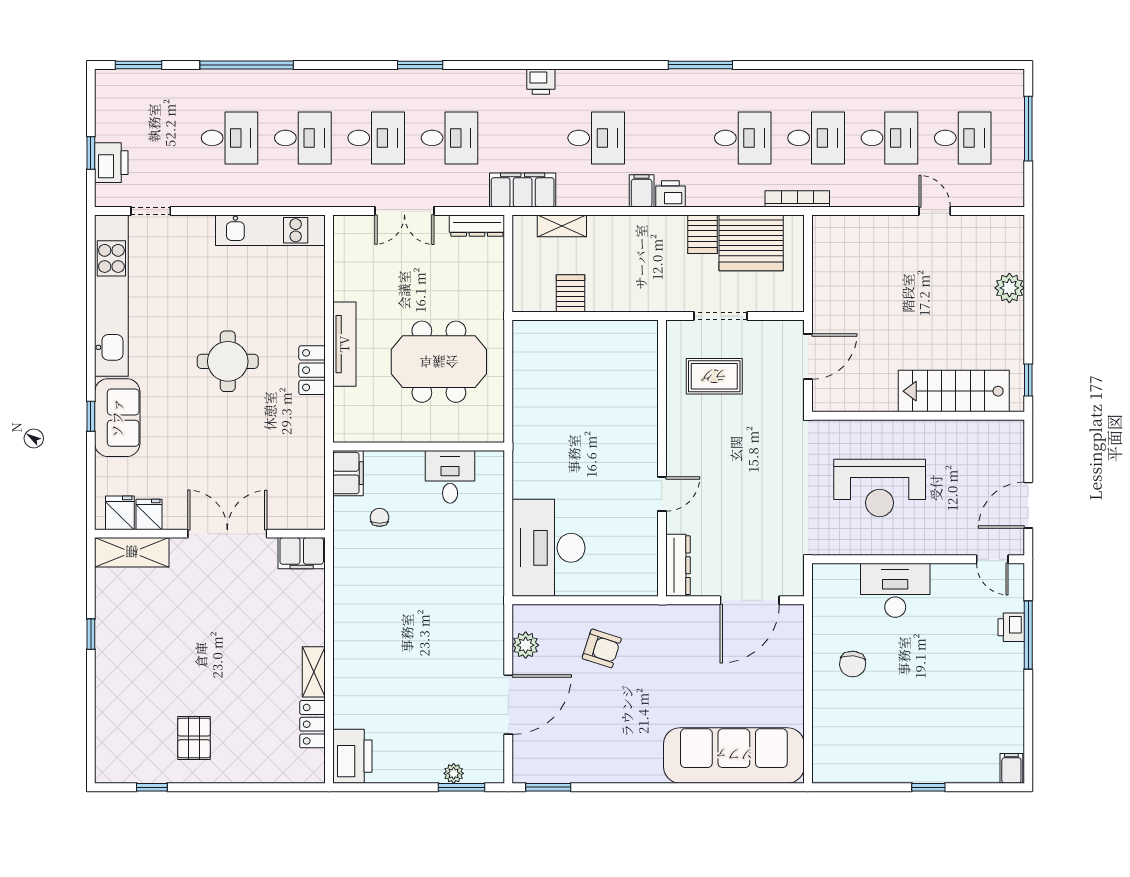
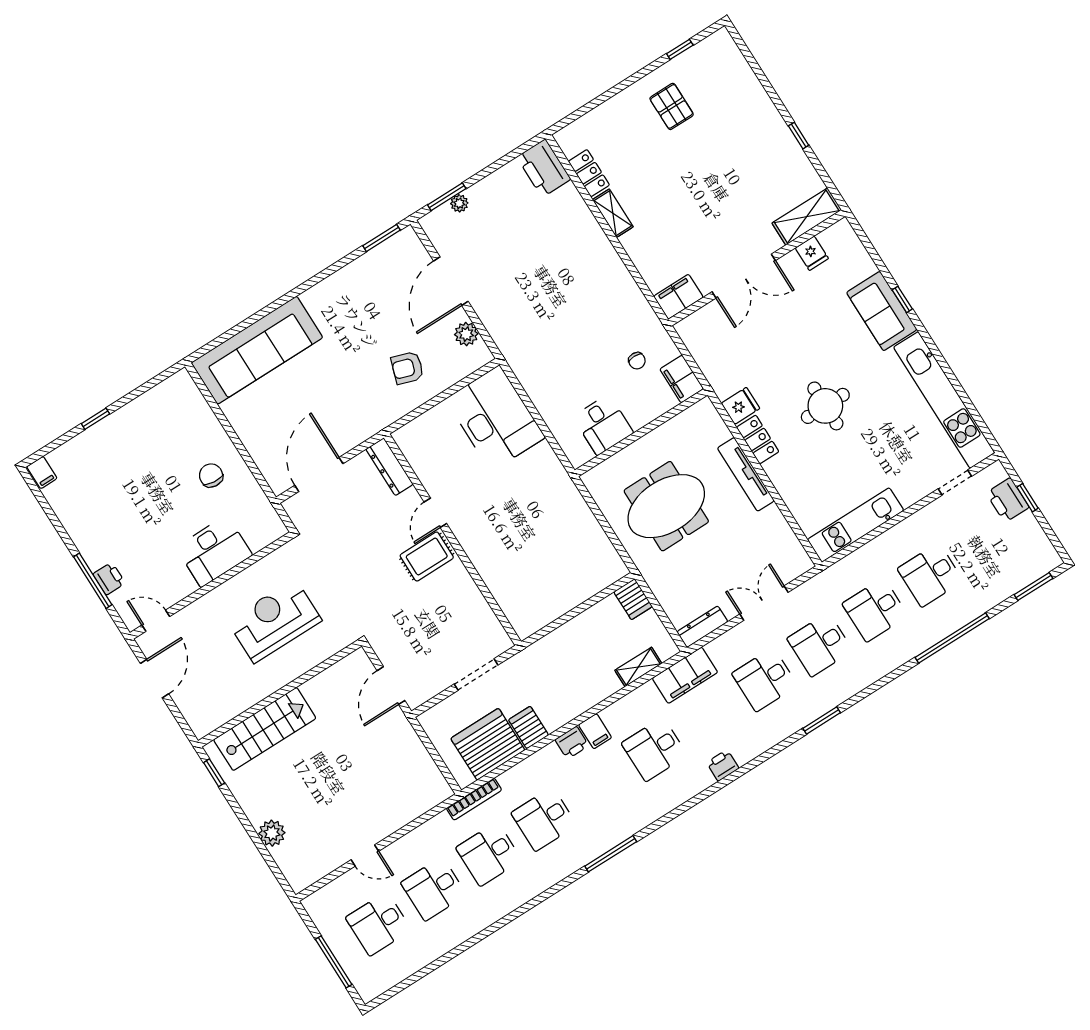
server rack: (570, 293) -> (633, 599), moved
rug: (714, 376) -> (427, 556), moved
fridge: (120, 513) -> (741, 406), moved, turned -90

